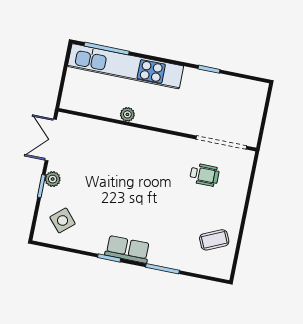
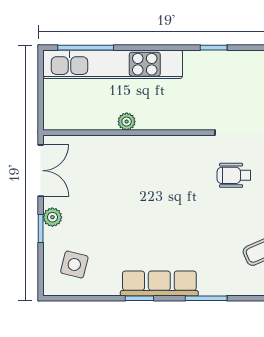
double door: (51, 140) -> (41, 171), swing flipped
wheelchair: (205, 175) -> (234, 175), turned 180
side table: (63, 220) -> (74, 265), turned -35
row of seats: (128, 249) -> (159, 283), width x1.48

